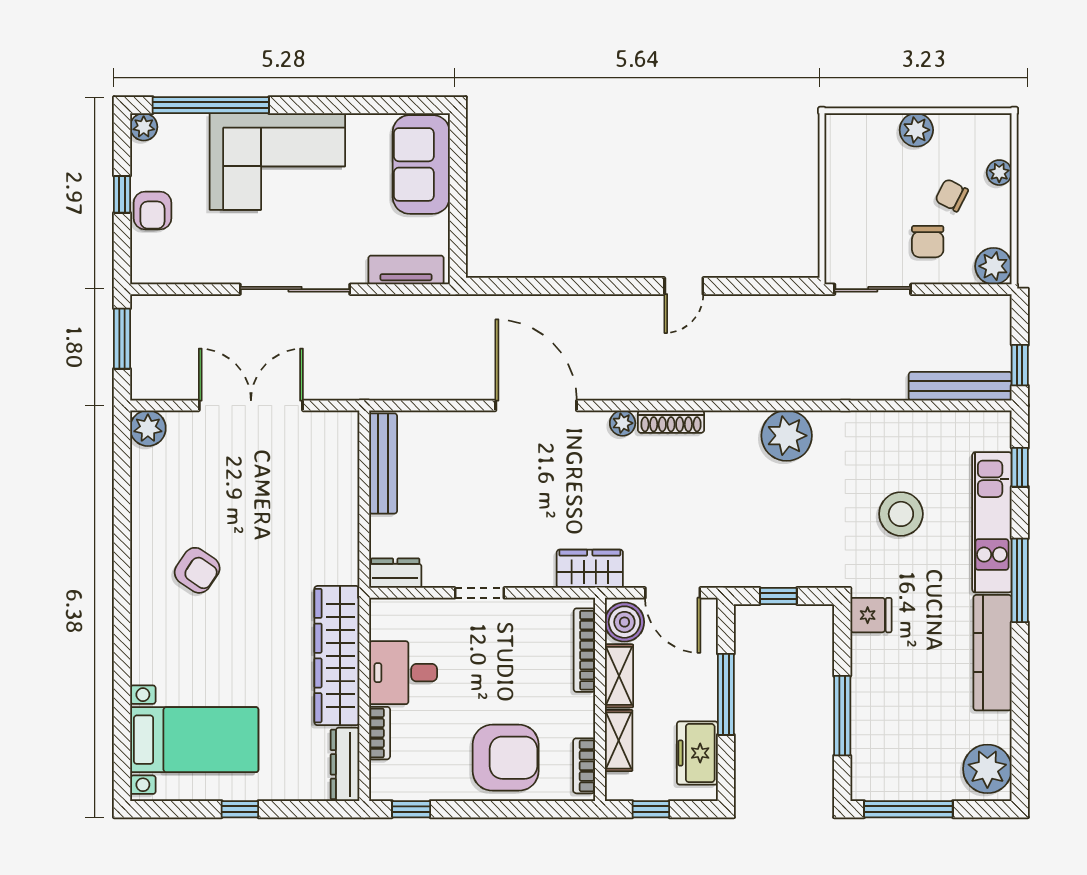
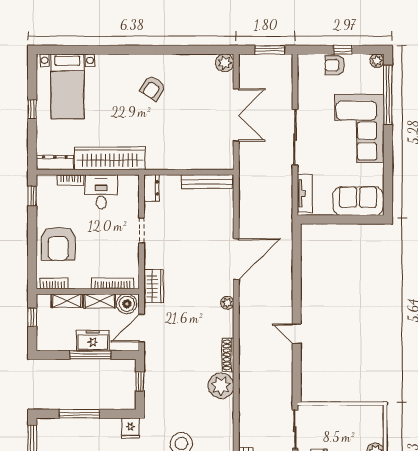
shoe rack: (671, 422) -> (228, 355), moved
freezer: (697, 753) -> (93, 341), moved

